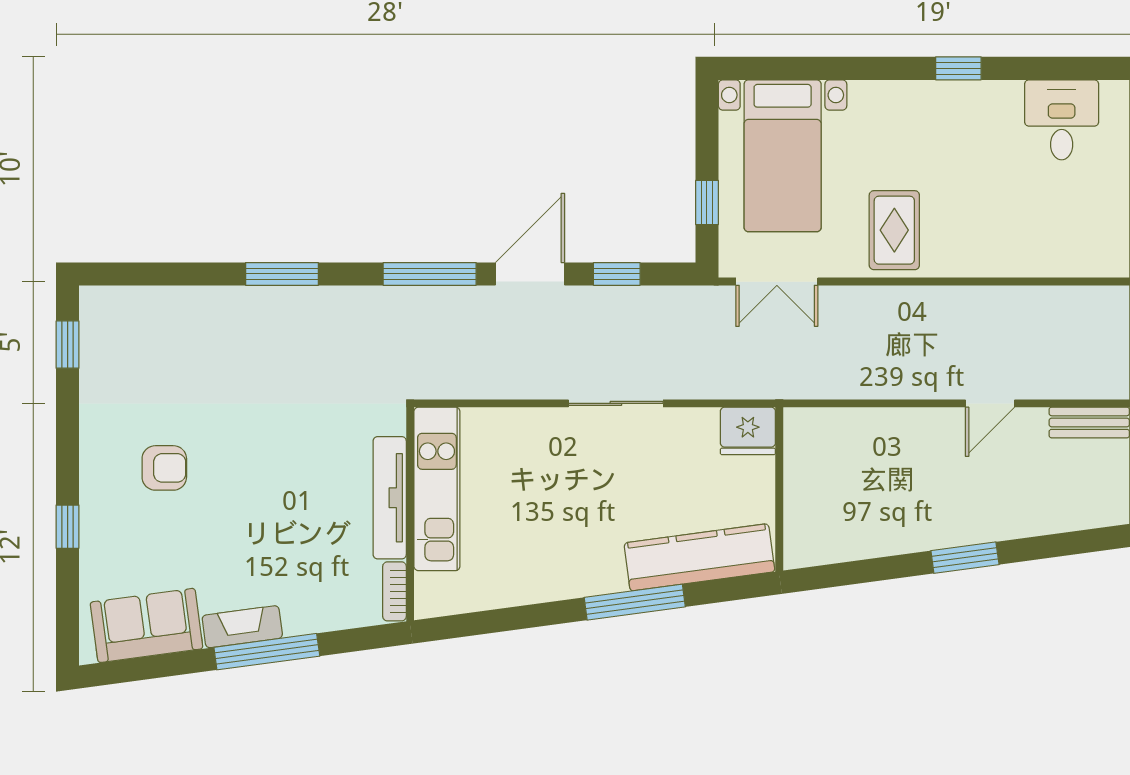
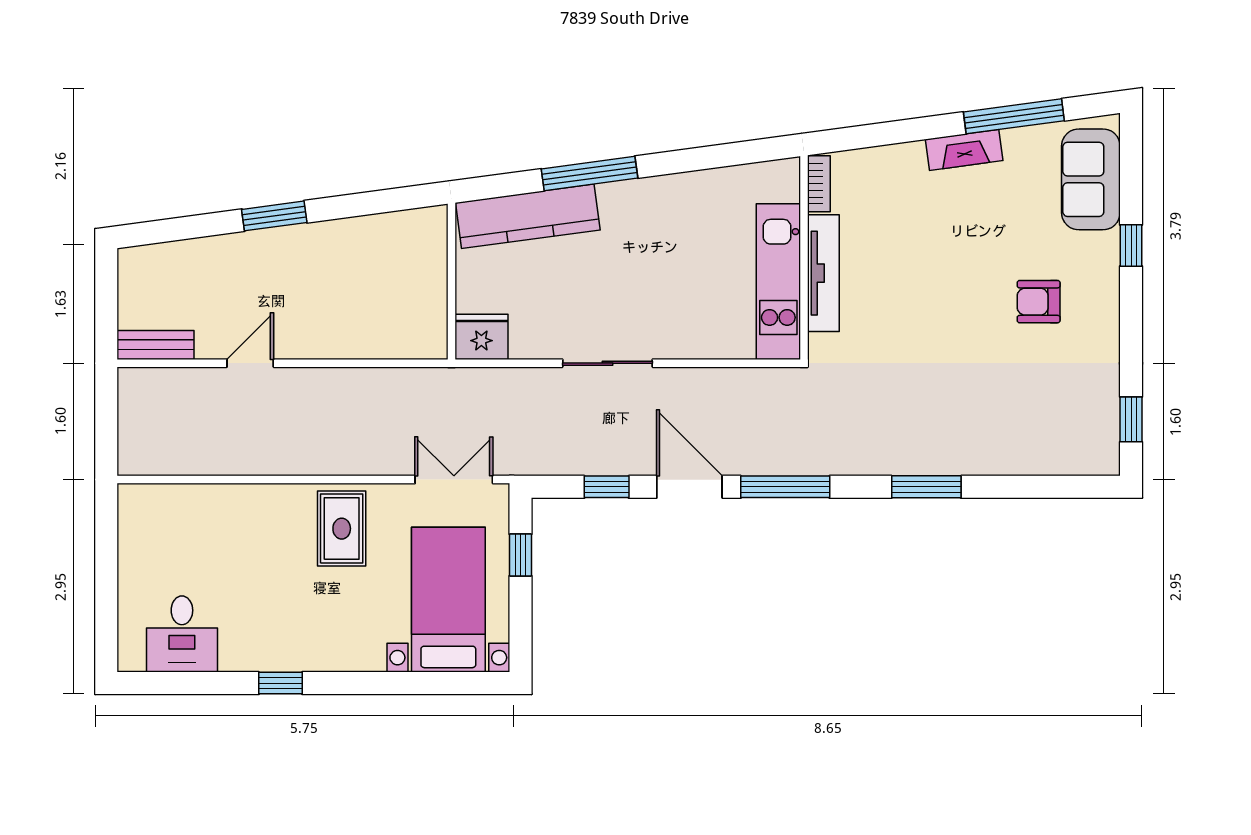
door: (530, 274) -> (689, 487), swing flipped
sofa: (146, 625) -> (1091, 179), moved, turned 98
window: (267, 652) -> (1014, 116), moved

